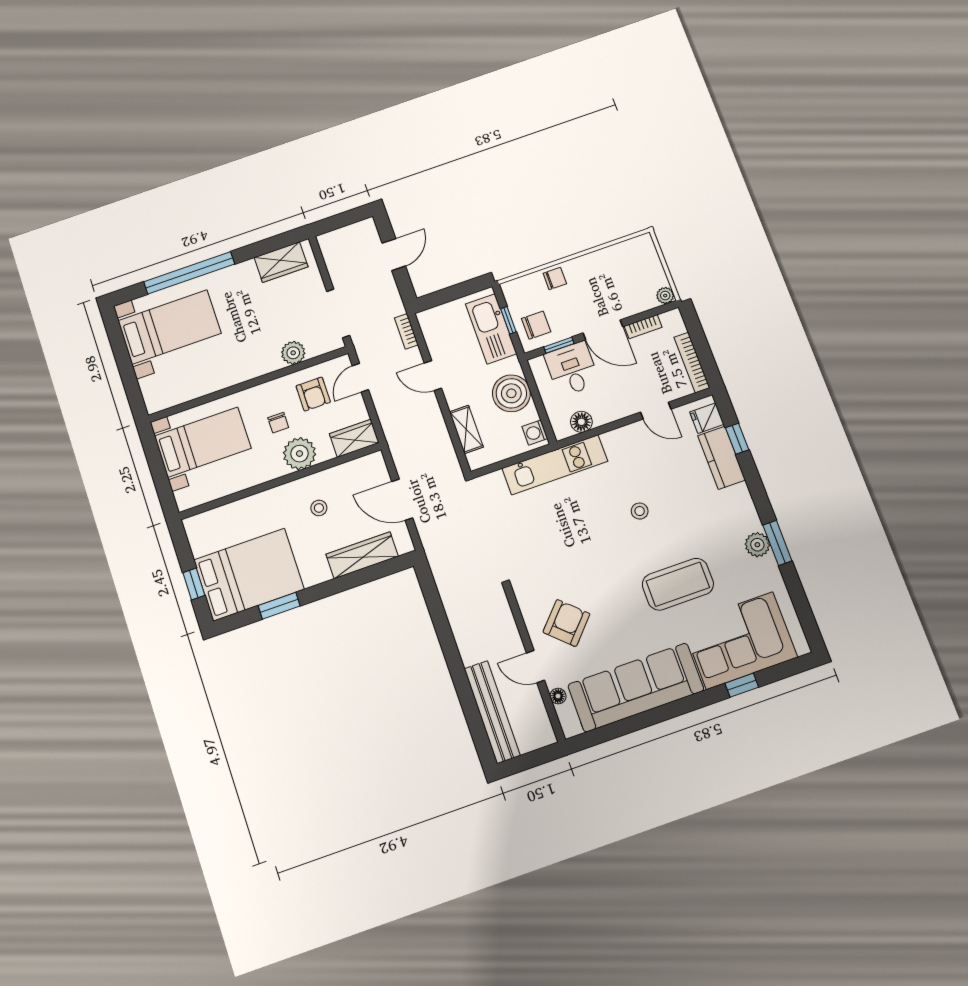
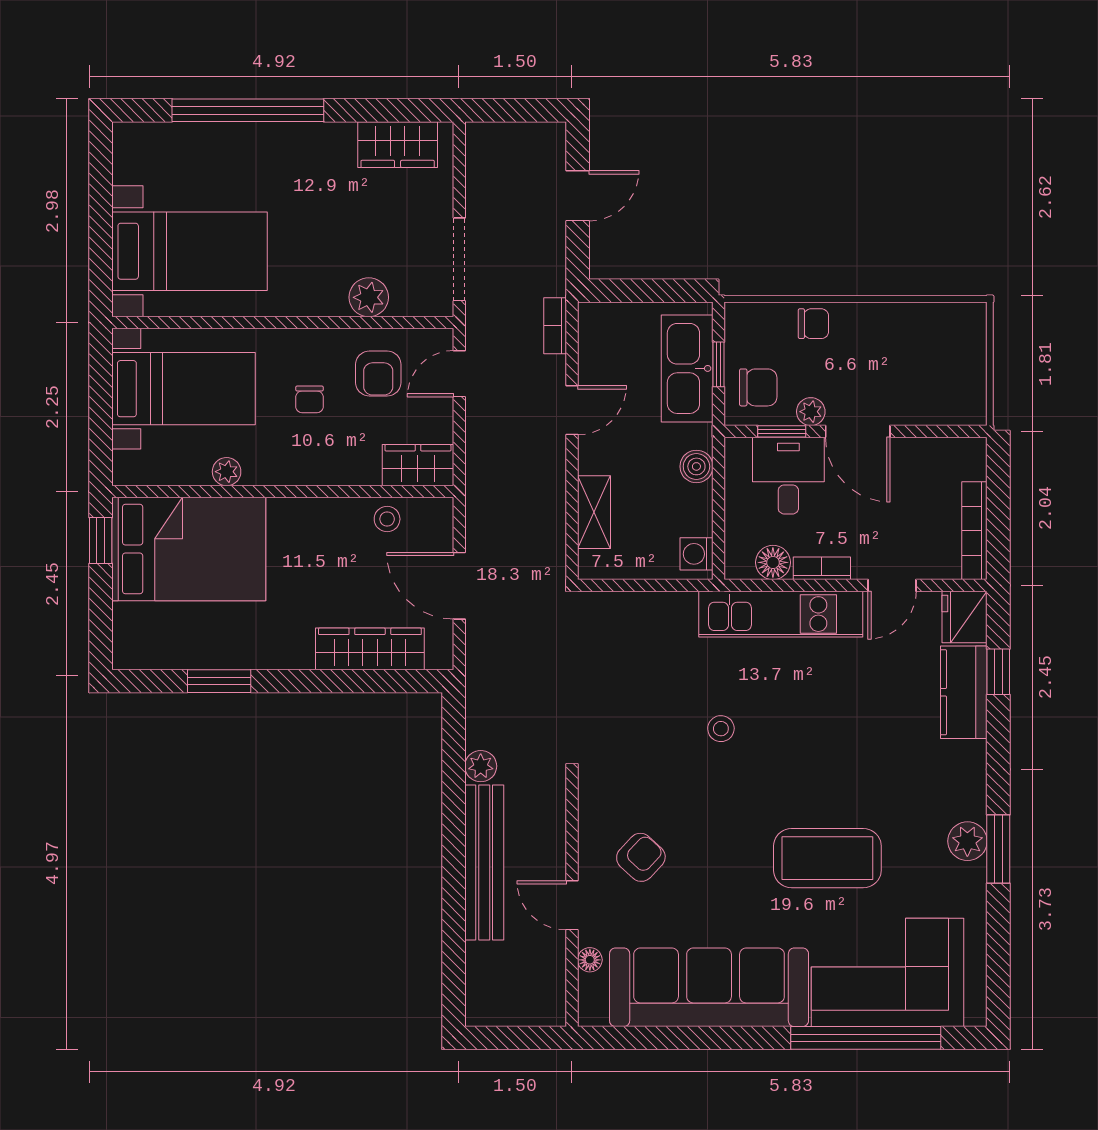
plant: (665, 296) -> (811, 412), moved
bed with nightstands: (169, 327) -> (189, 251), moved
bookcase: (643, 327) -> (822, 568), moved, turned 180
door: (433, 376) -> (572, 410), swing flipped
boiler: (511, 393) -> (696, 466), width x0.54, depth x0.54
door: (656, 411) -> (892, 585), hinge flipped
fridge: (707, 418) -> (965, 617), width x1.38
plant: (300, 454) -> (227, 472), moved, width x0.53, depth x0.53
kitchen unit: (555, 465) -> (781, 614), moved
stool: (319, 508) -> (387, 519), moved
stool: (640, 511) -> (721, 729), moved
bed: (249, 575) -> (189, 549), moved
window: (194, 584) -> (101, 541), moved
plant: (452, 602) -> (481, 766), added
armchair: (566, 623) -> (641, 857), width x0.72, depth x0.72
window: (742, 685) -> (866, 1038), width x3.17
bench: (492, 712) -> (484, 863), moved

